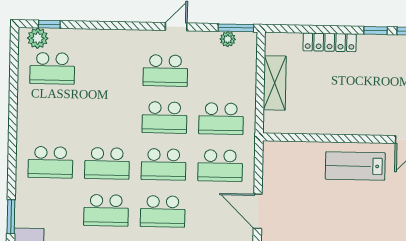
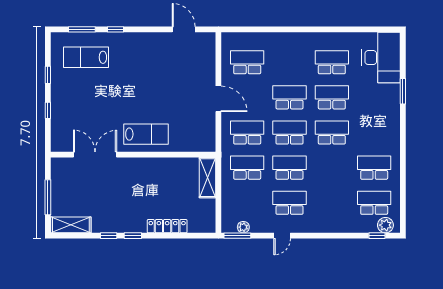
shelving: (275, 83) -> (208, 178), moved
school desk: (50, 162) -> (374, 168), moved

